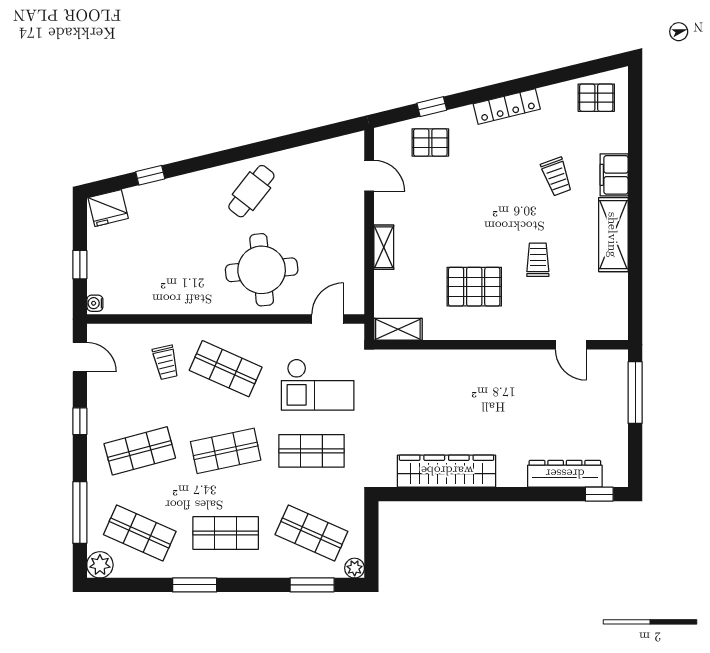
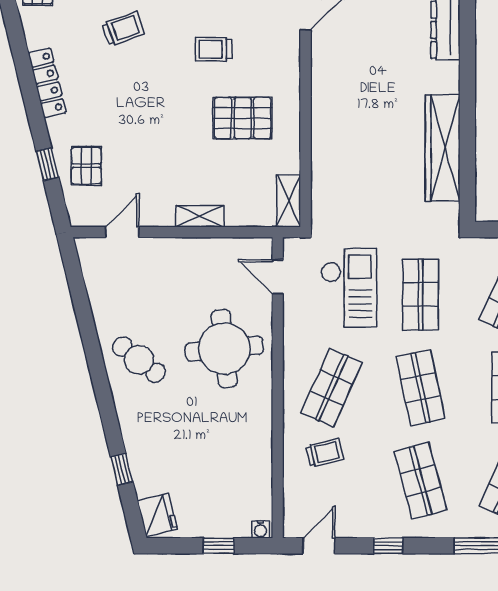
pallet: (474, 287) -> (243, 118), turned 90

